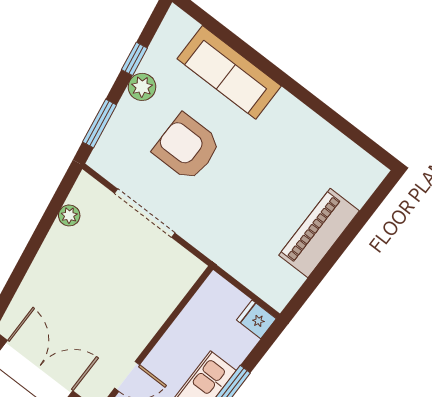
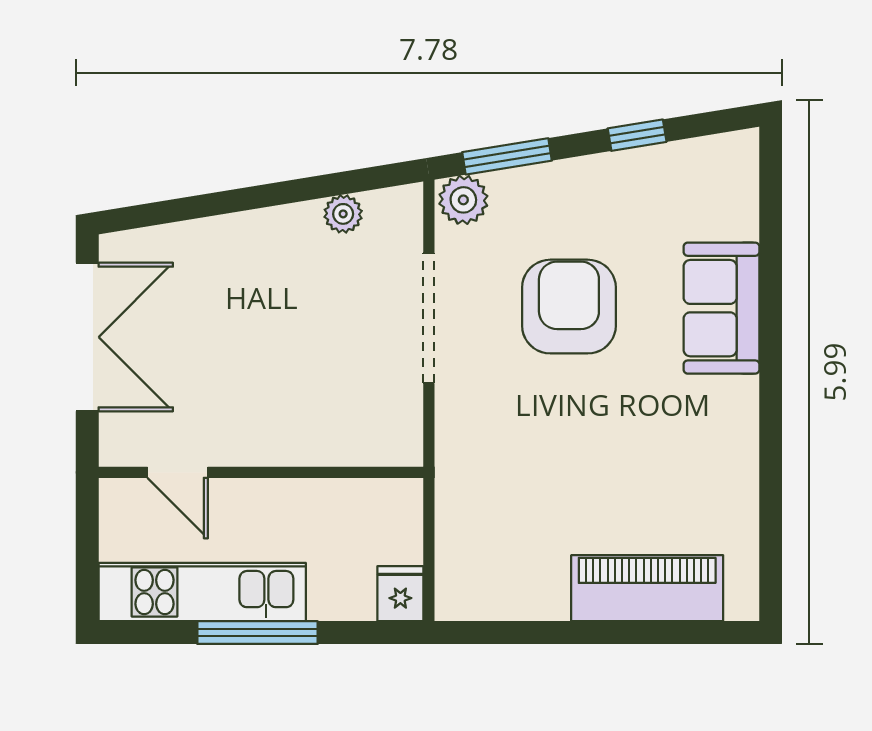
sofa: (229, 72) -> (721, 308), width x0.73
plant: (142, 87) -> (463, 200), moved
piano: (319, 233) -> (647, 588), moved

